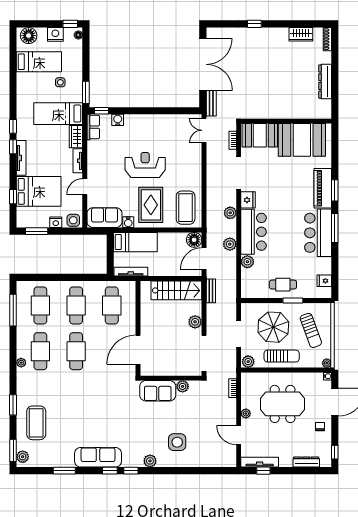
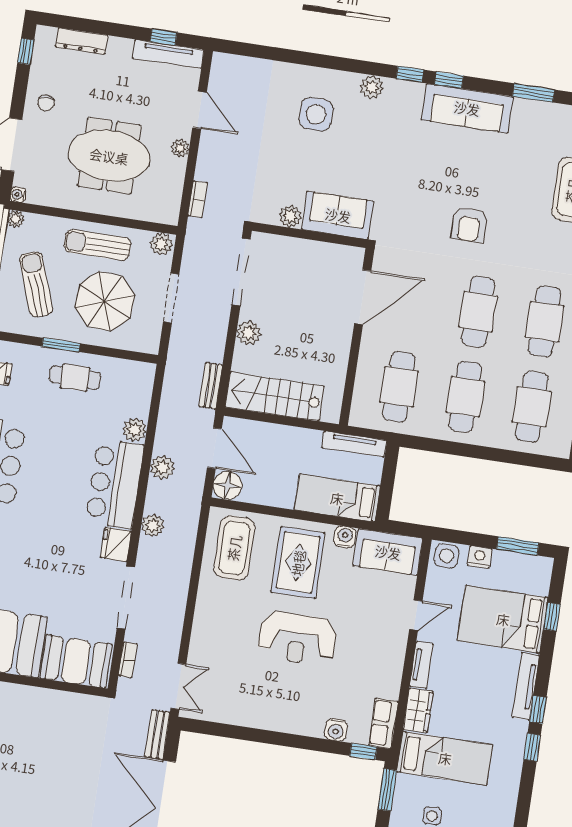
door: (204, 258) -> (214, 448), hinge flipped
armchair: (88, 396) -> (469, 224), added

